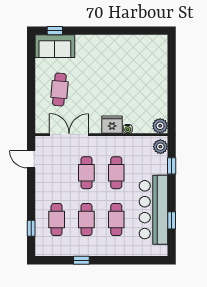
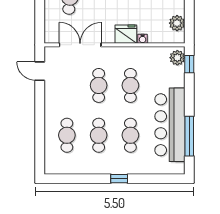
plant: (160, 126) -> (177, 23), moved
window: (172, 166) -> (189, 64), moved
window: (172, 220) -> (189, 136), width x2.17
window: (31, 228) -> (40, 145), removed
window: (81, 260) -> (119, 179), moved

